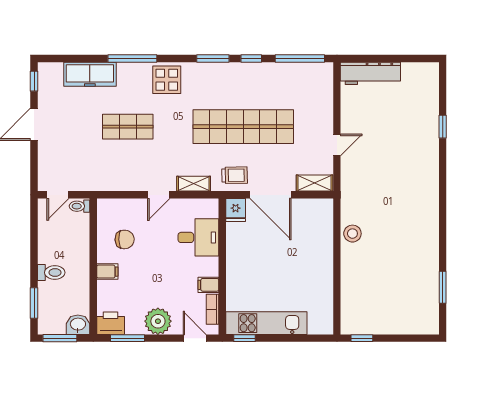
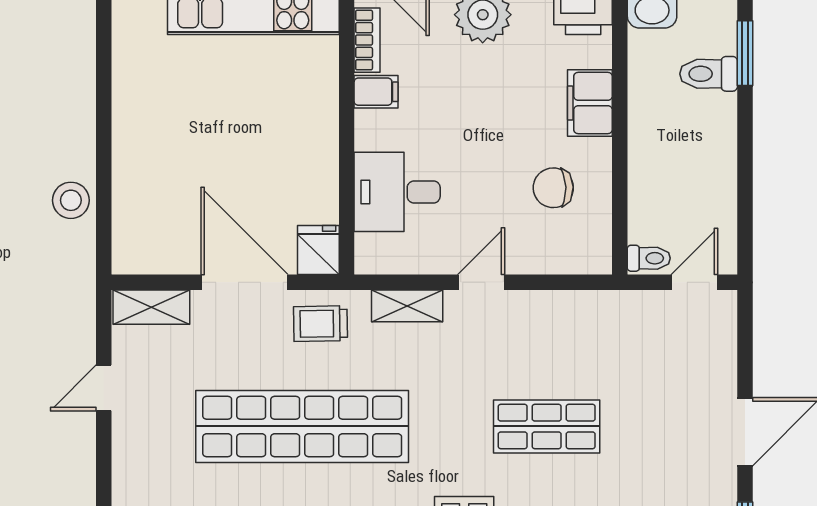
filing cabinet: (107, 272) -> (590, 103), width x2.00
toilet: (51, 273) -> (709, 74), moved

